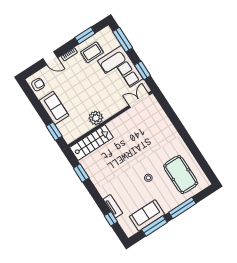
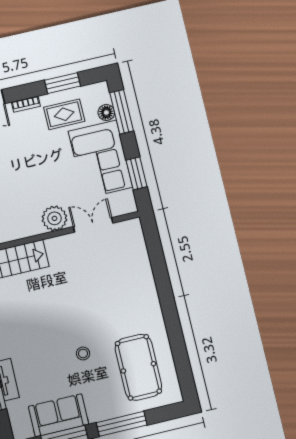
floor lamp: (114, 43) -> (106, 113), added
double door: (139, 100) -> (93, 225), moved
plant: (96, 118) -> (54, 218), moved

